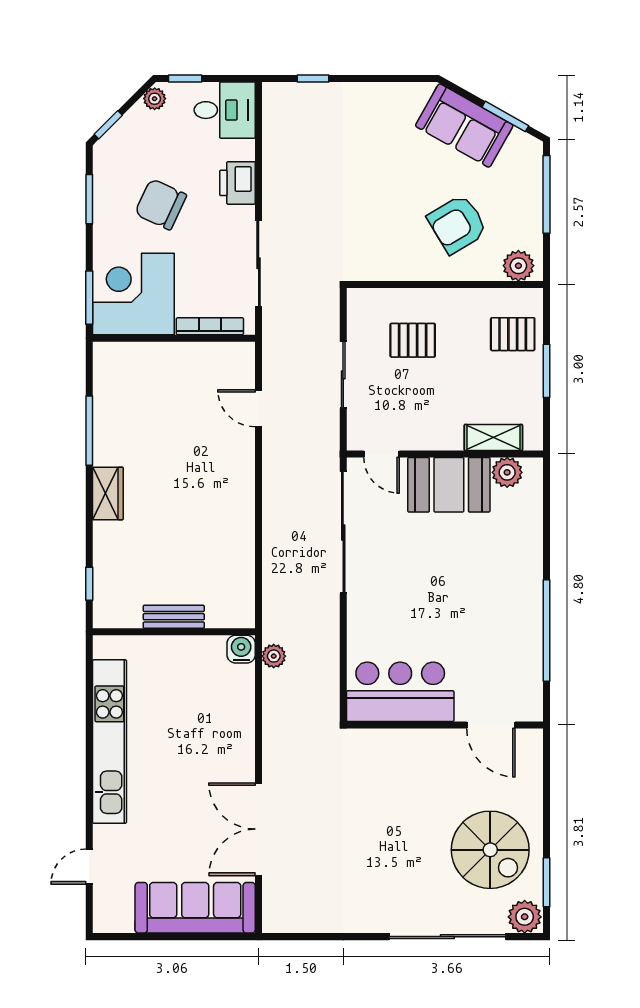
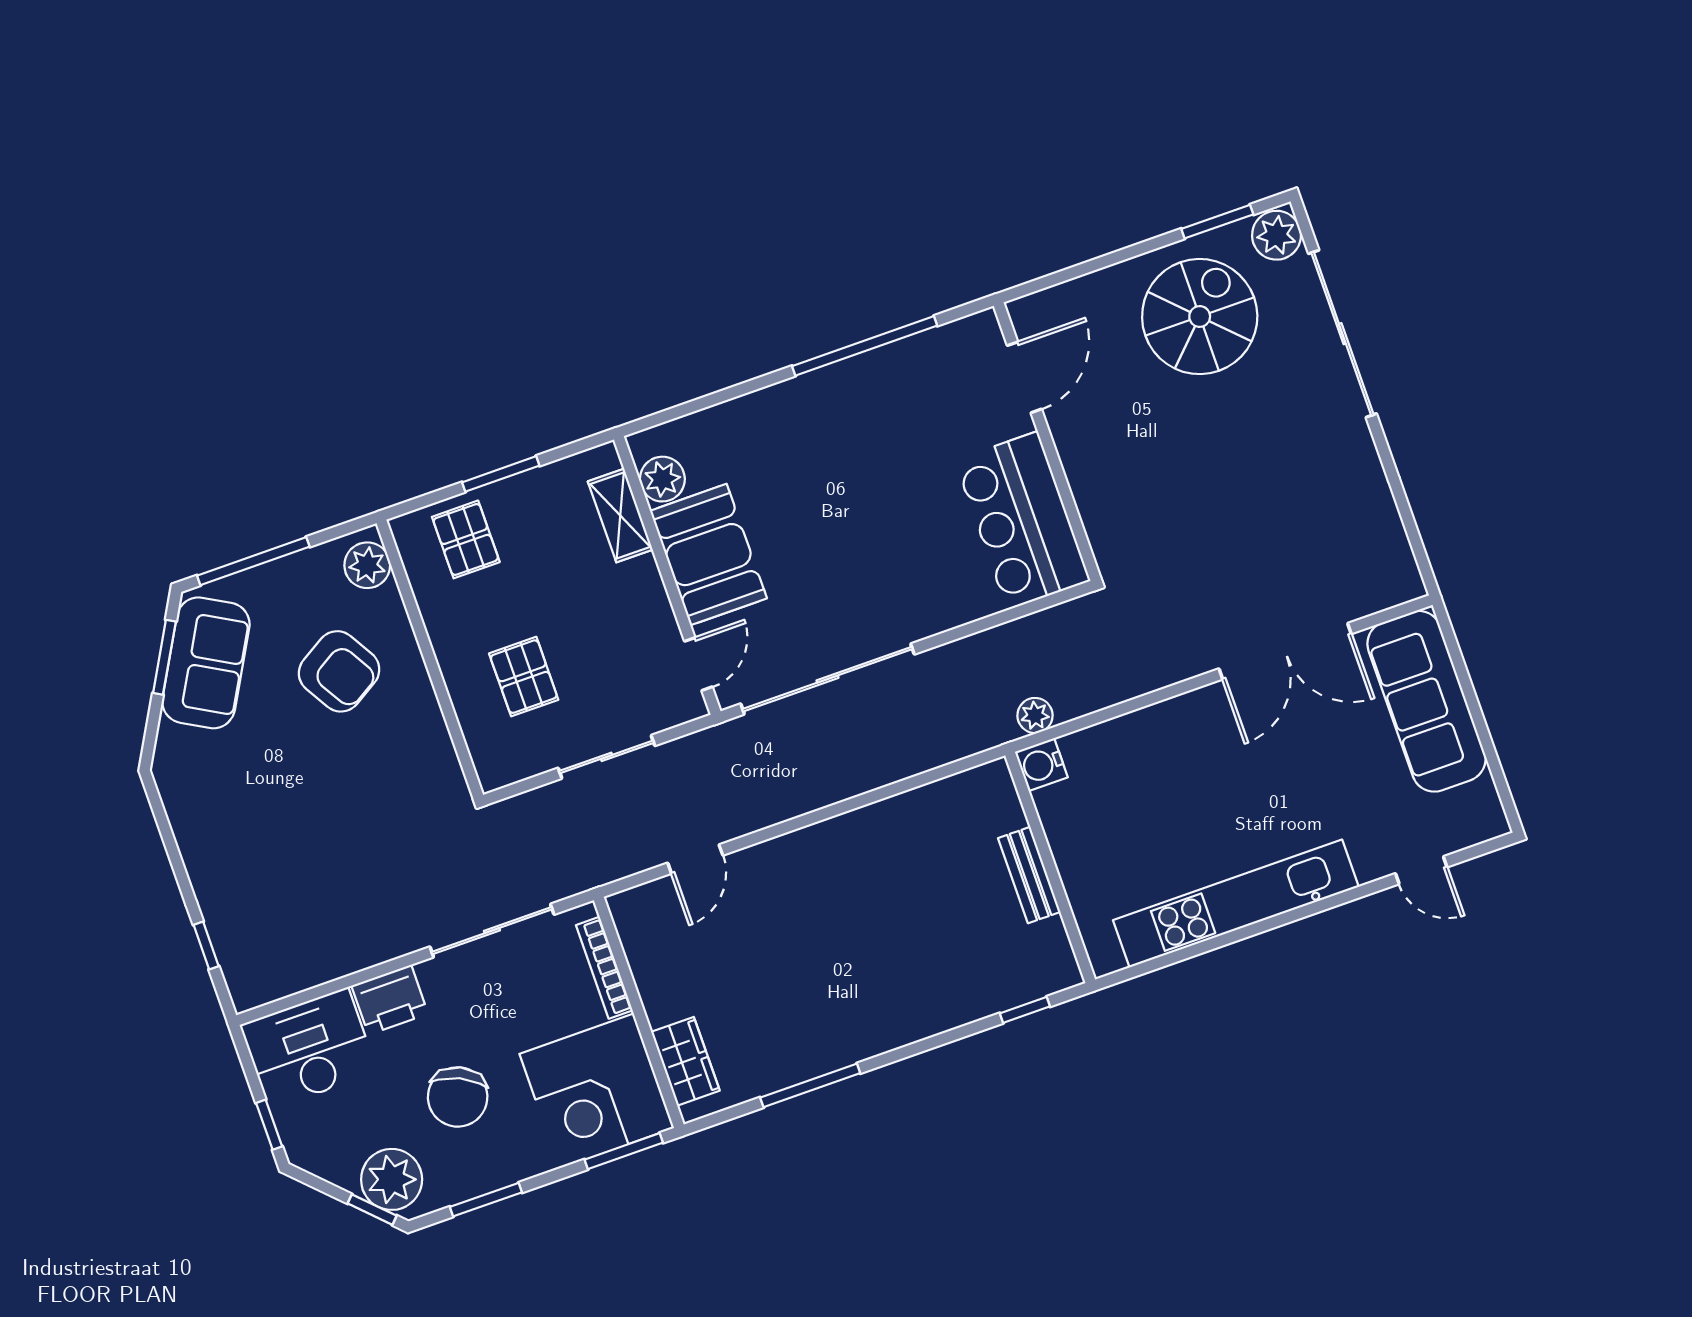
plant: (155, 99) -> (392, 1179), moved, width x1.88, depth x1.88
desk: (225, 110) -> (309, 1048), width x1.37
sofa: (464, 126) -> (206, 663), moved
wardrobe: (108, 493) -> (685, 1061), moved, turned 90

